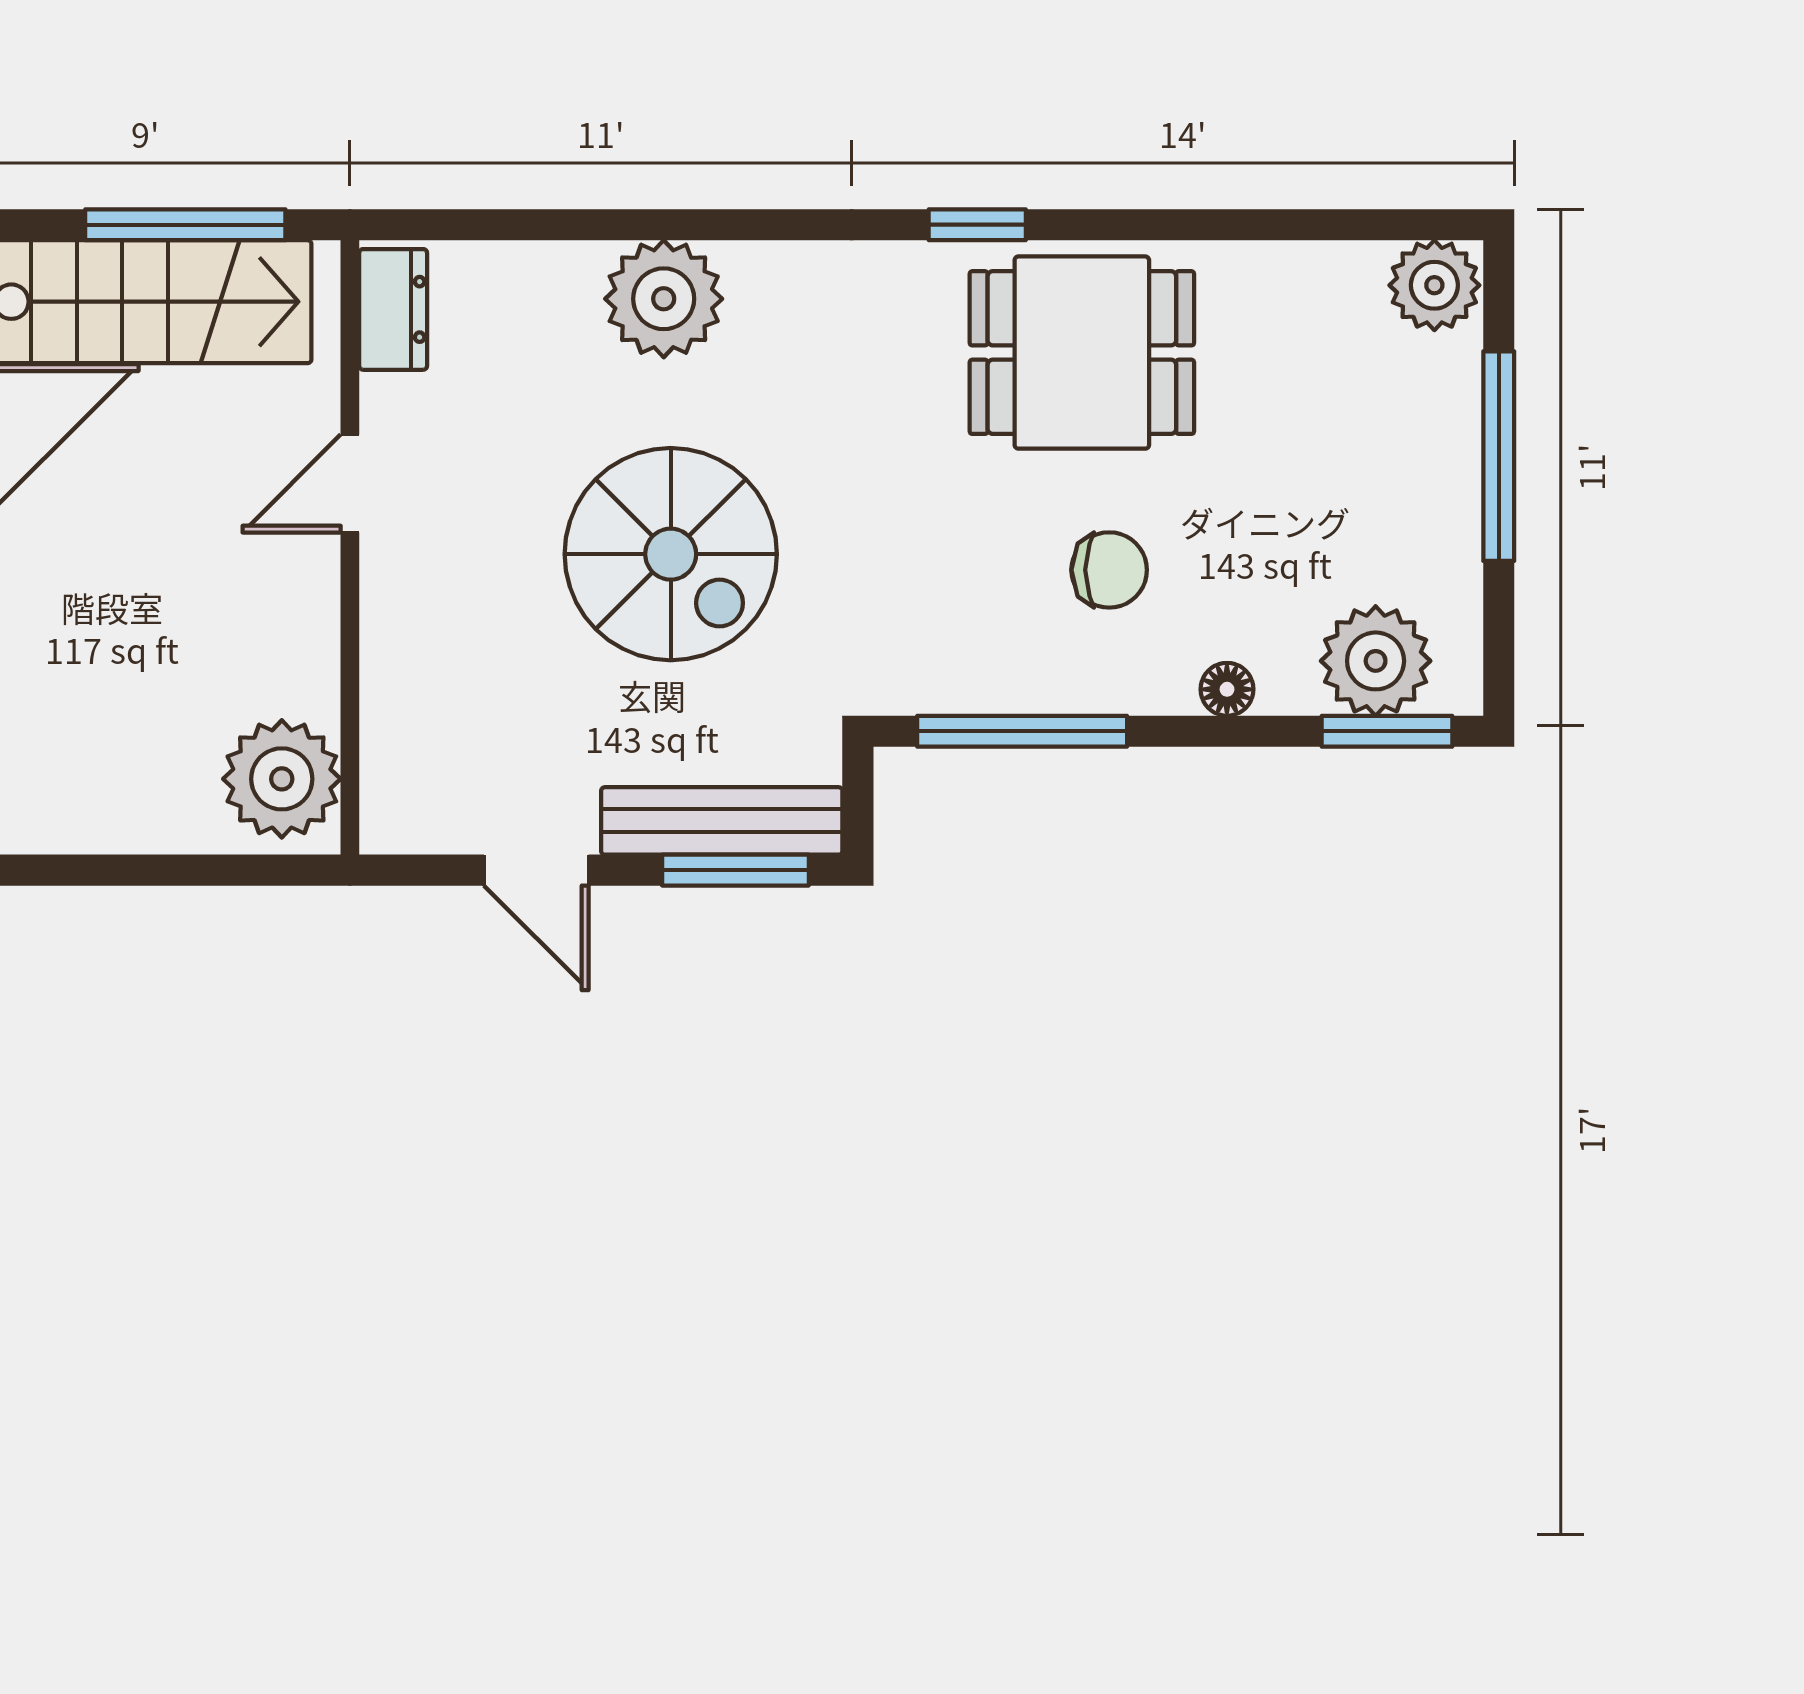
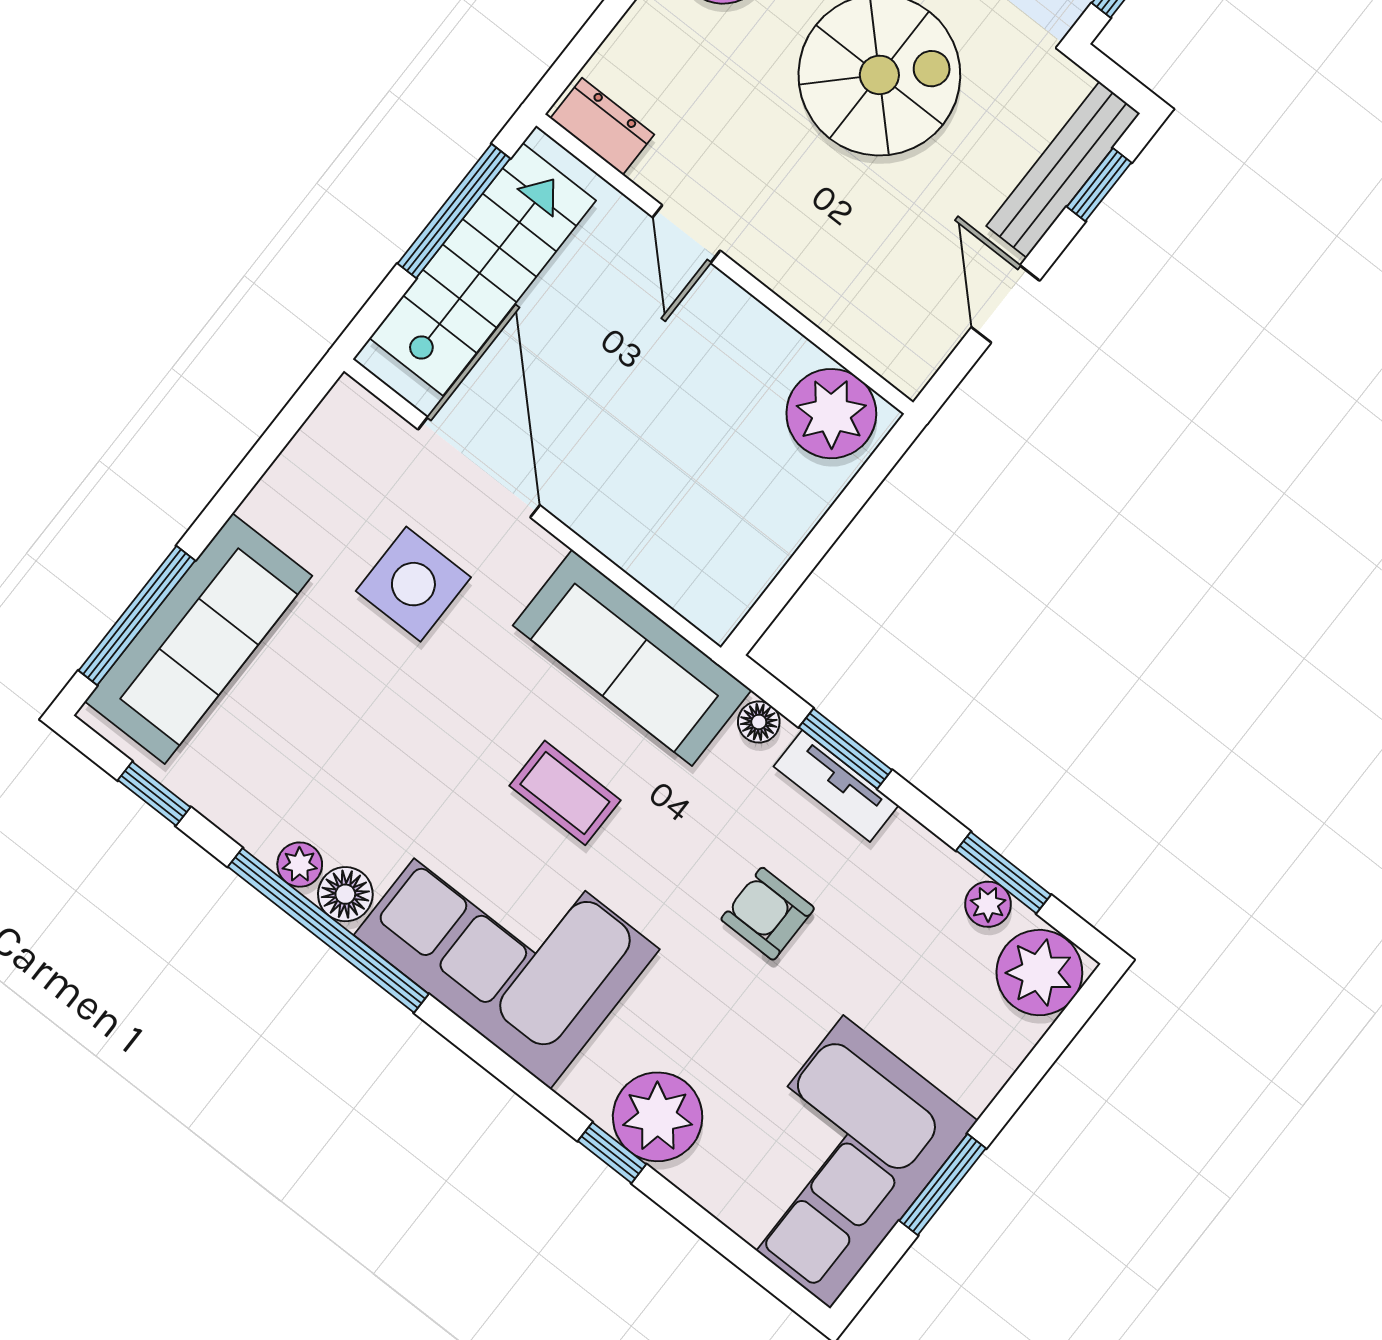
door: (536, 870) -> (1006, 304), swing flipped
window: (735, 870) -> (1099, 185), width x0.67

